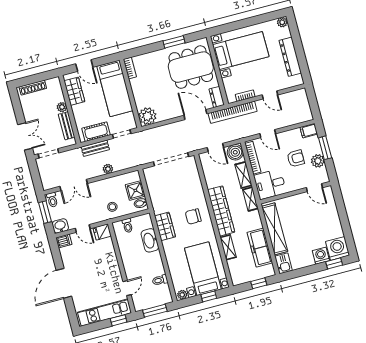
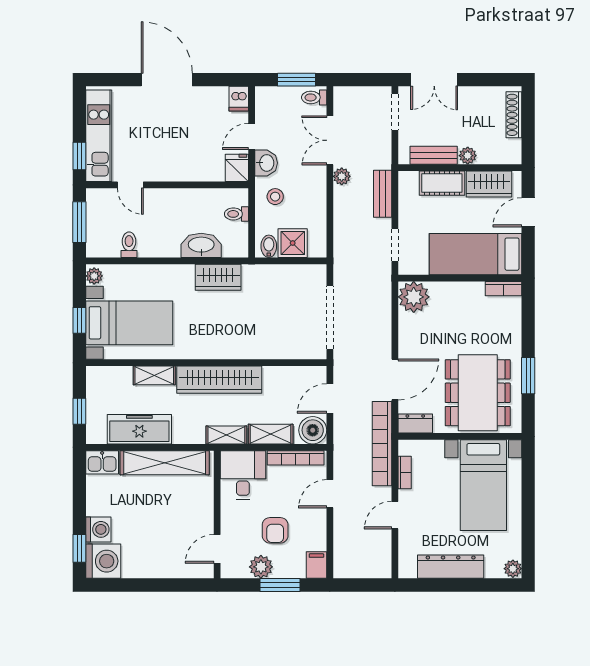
cot: (96, 132) -> (442, 183), moved, turned 90
plant: (108, 169) -> (342, 176), moved
chair: (193, 216) -> (222, 330), removed
washbasin: (60, 226) -> (266, 163), moved

